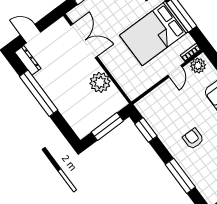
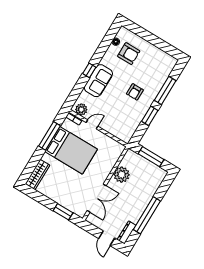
double door: (84, 41) -> (97, 198), swing flipped
window: (146, 130) -> (150, 116), moved

